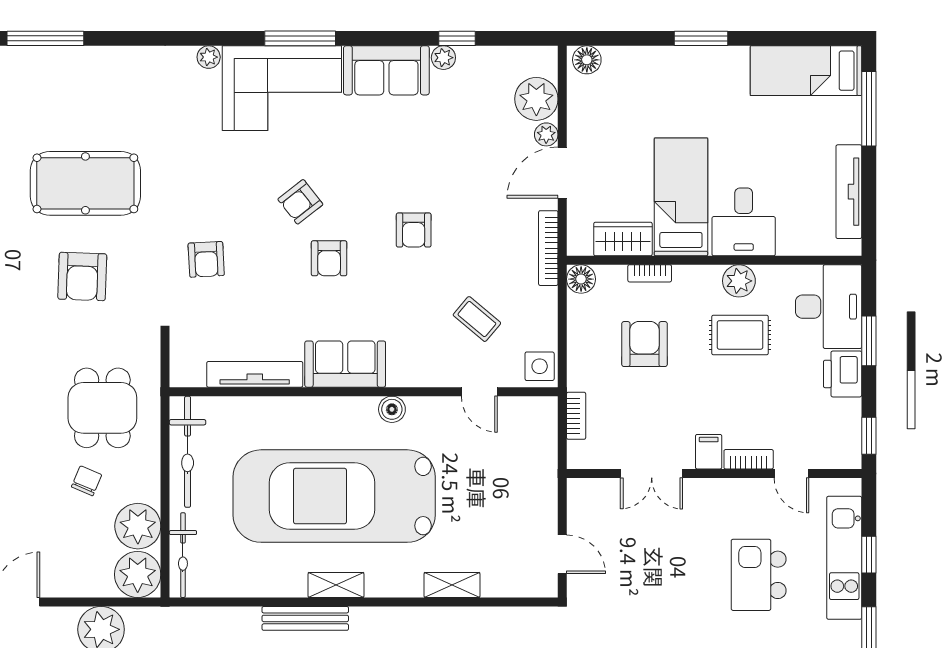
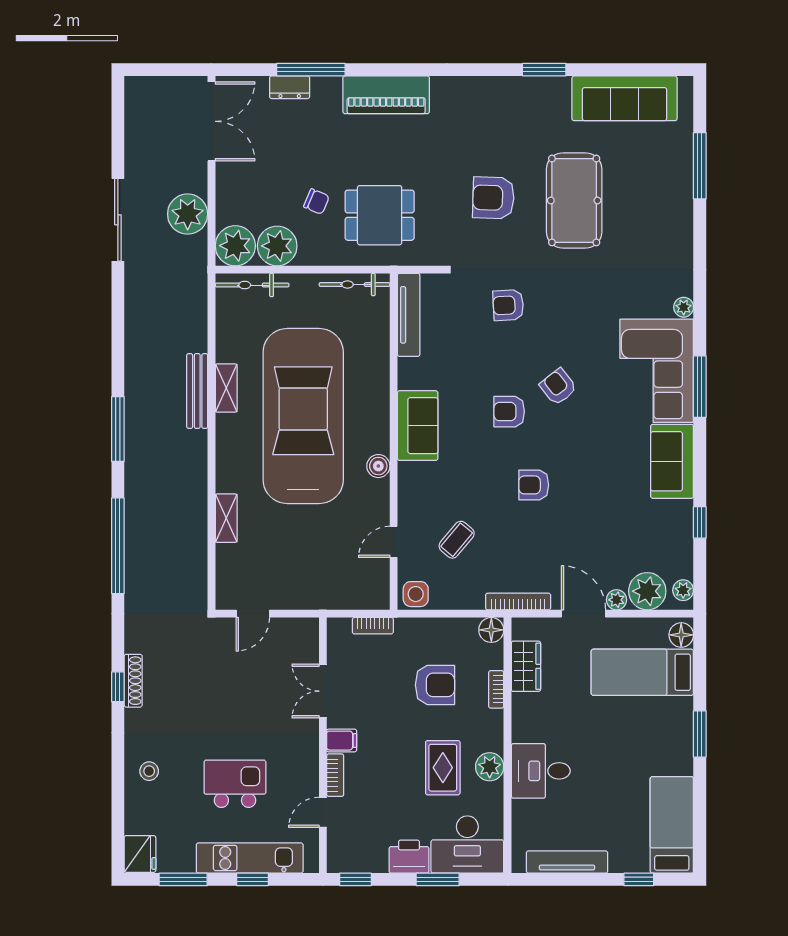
plant: (443, 58) -> (683, 590), moved
window: (869, 109) -> (639, 879), width x0.46
bed: (681, 197) -> (642, 672), moved, turned 180
tv unit: (255, 374) -> (409, 315), moved
bicycle: (188, 452) -> (355, 285), width x0.73, depth x0.71
shelving: (336, 585) -> (226, 388), moved

